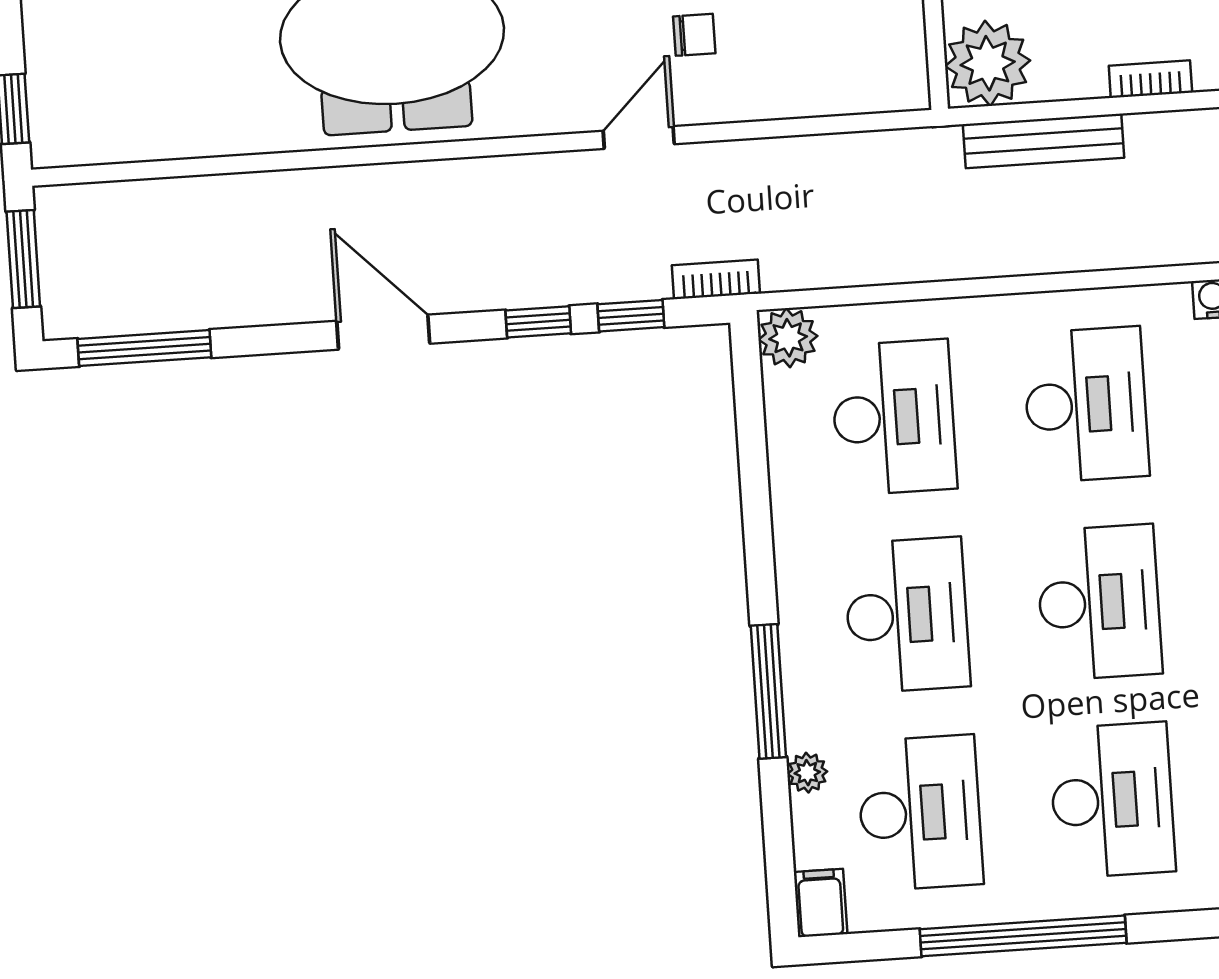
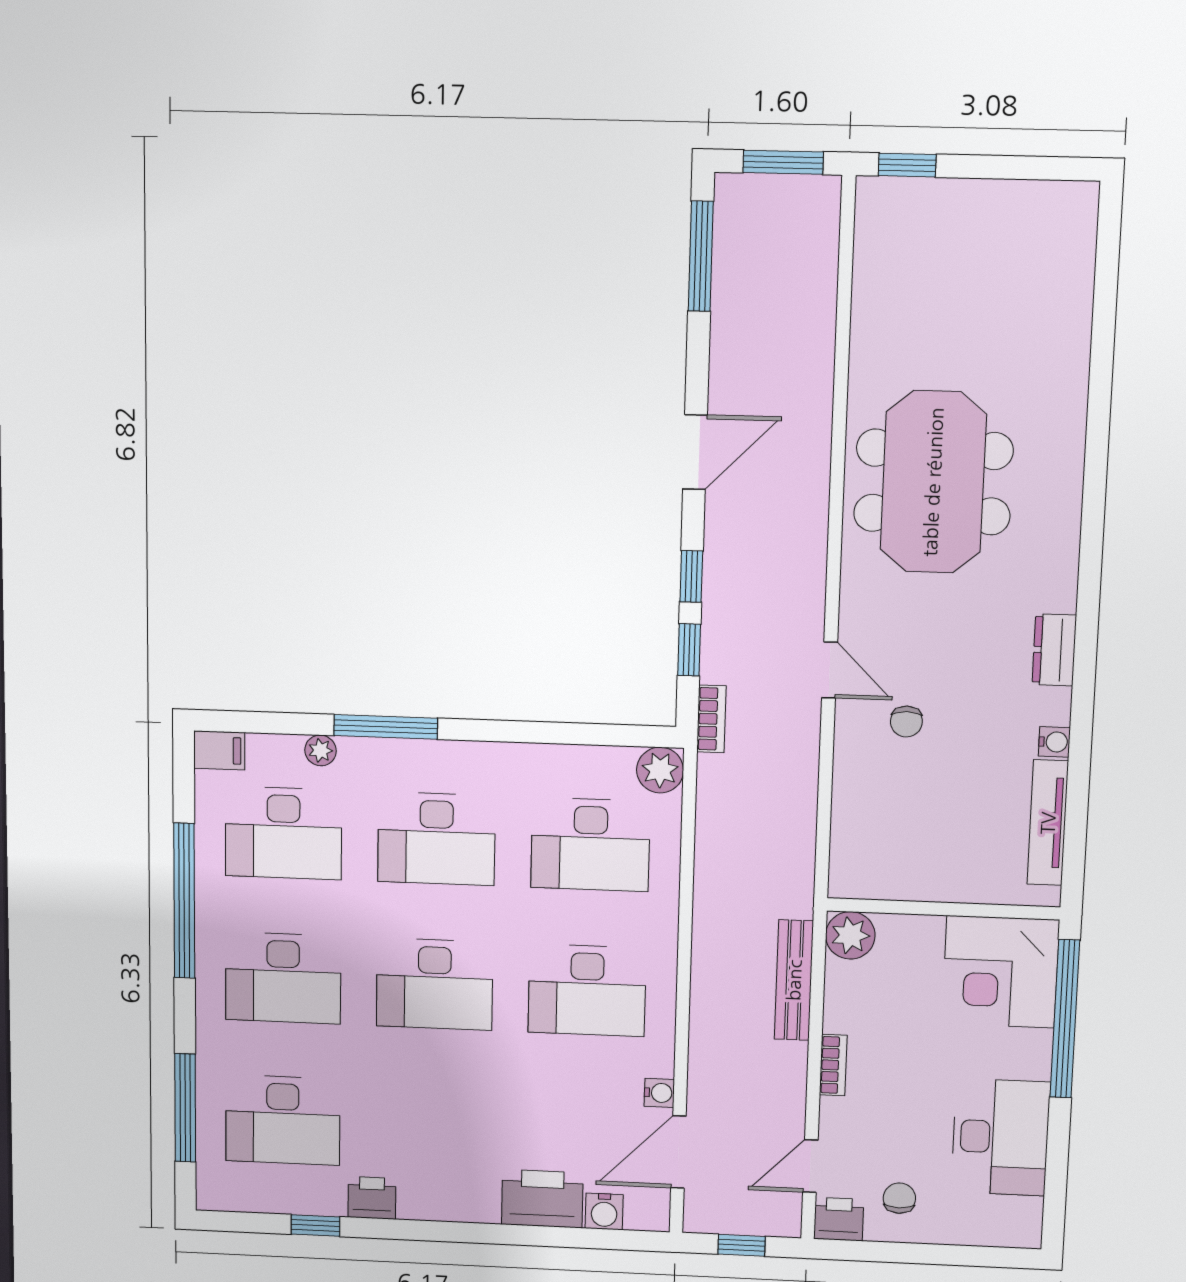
plant: (988, 63) -> (850, 935), width x0.73, depth x0.73

